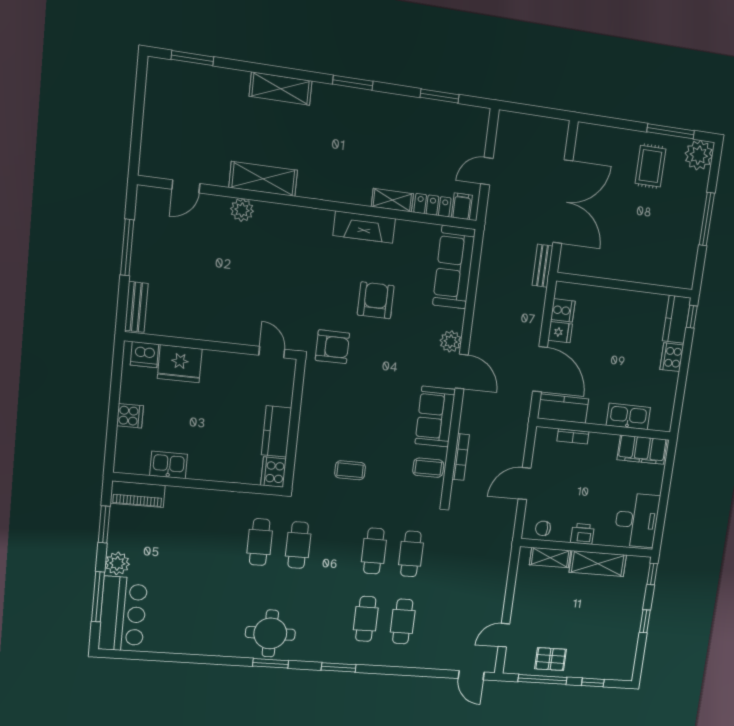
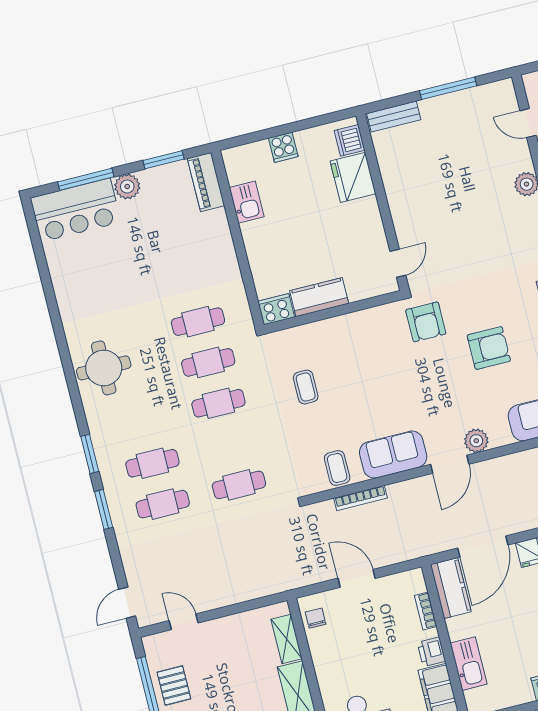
printer: (582, 534) -> (431, 652), moved, turned 180
cafe table: (374, 551) -> (218, 403), moved
window: (271, 663) -> (104, 509), moved

